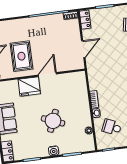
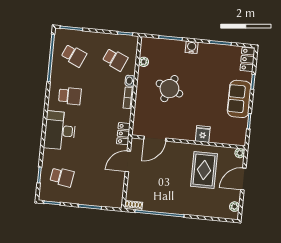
locker: (85, 20) -> (123, 134), moved
door: (47, 74) -> (155, 139), moved
fridge: (29, 87) -> (203, 134), width x0.53, depth x0.75
round table: (53, 121) -> (169, 89), moved

